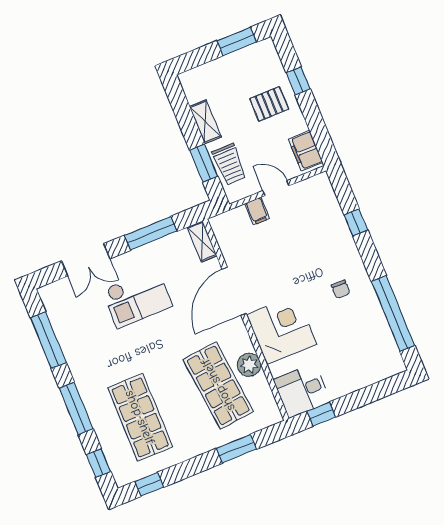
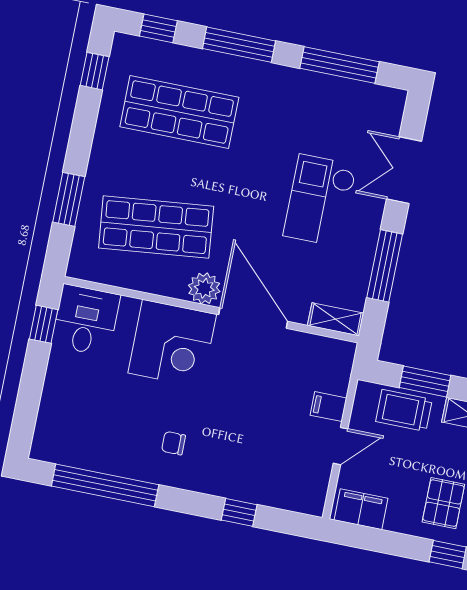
plant: (249, 365) -> (204, 288), moved

